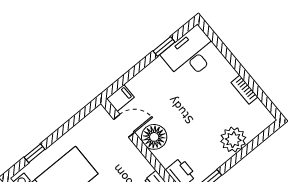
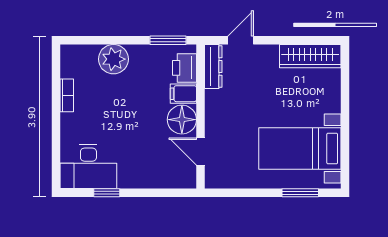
filing cabinet: (120, 98) -> (183, 94), moved
window: (35, 153) -> (300, 193), width x1.50

